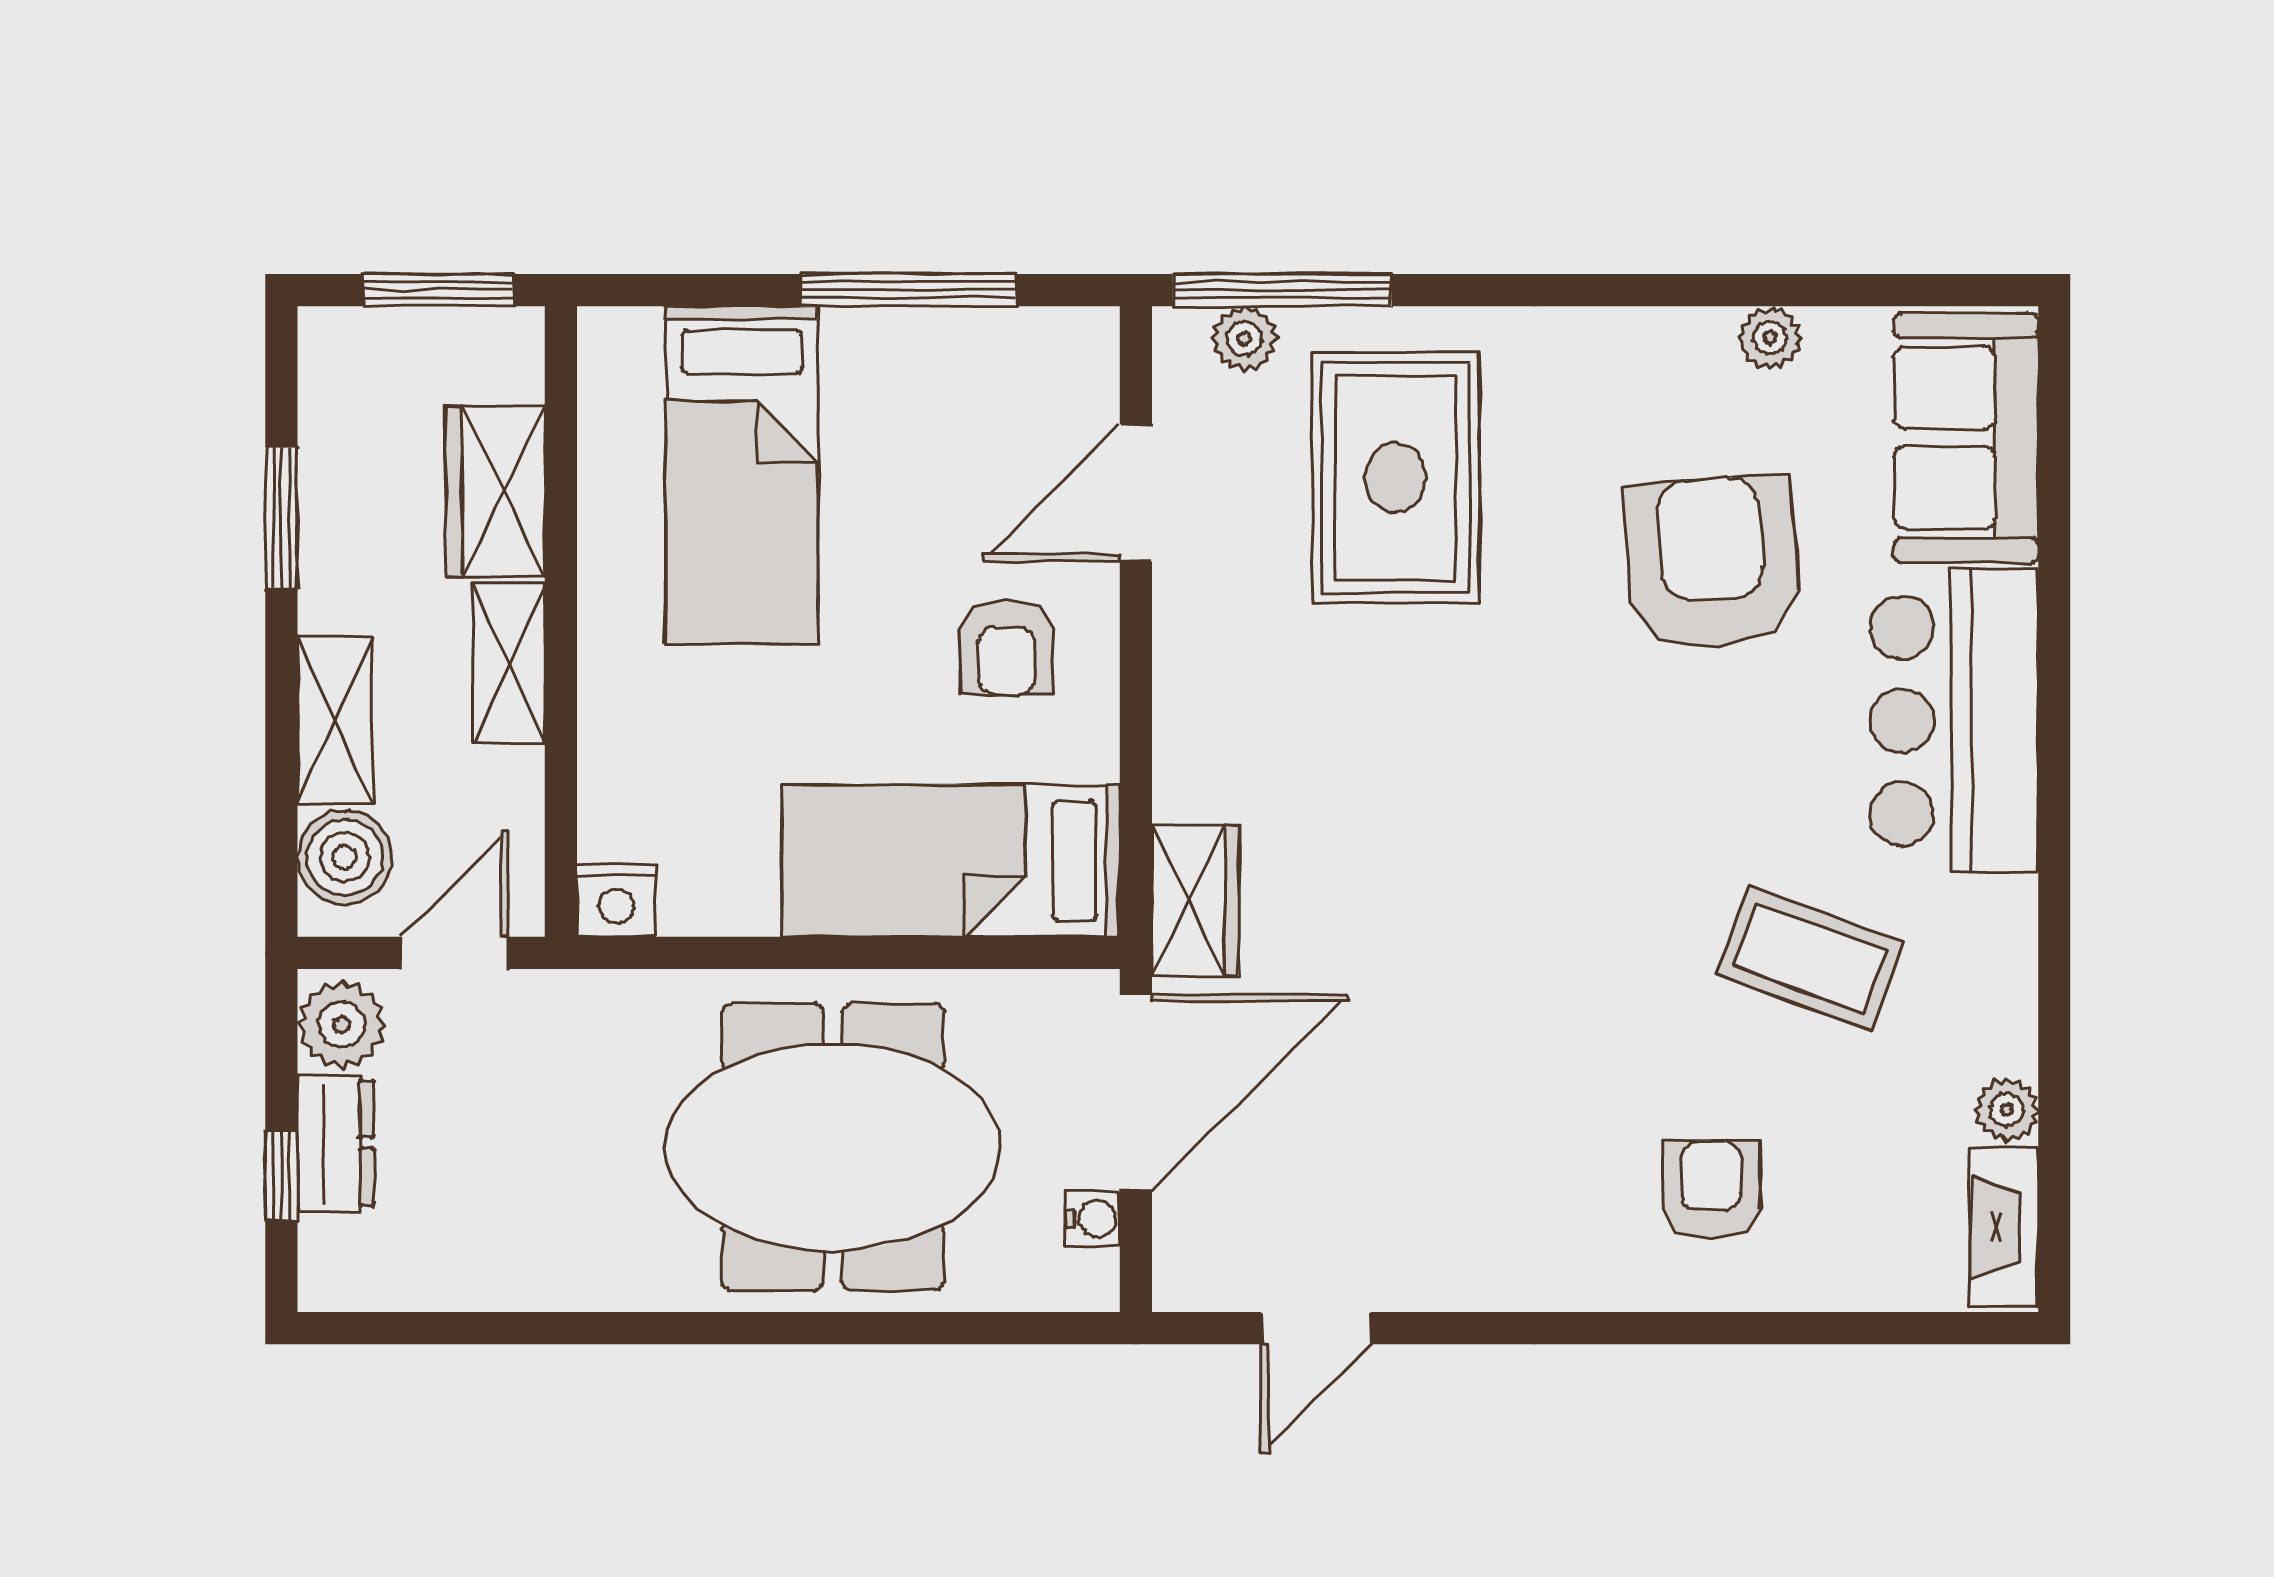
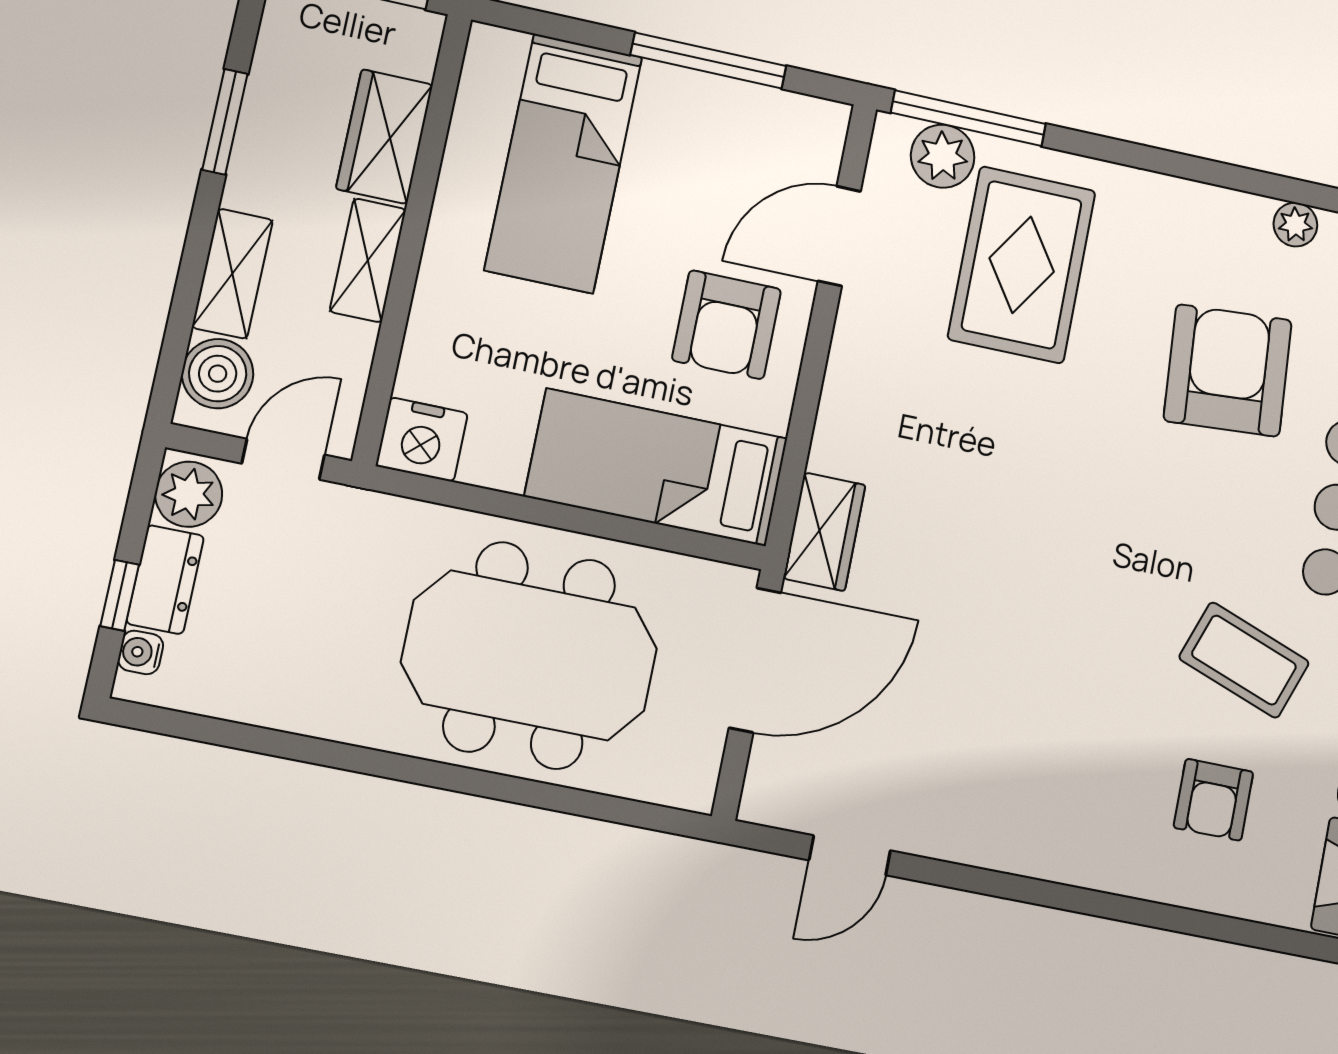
plant: (1244, 339) -> (943, 156), width x1.38, depth x1.38
armchair: (1006, 647) -> (726, 325), width x1.38, depth x1.38
nightstand: (616, 901) -> (422, 440), width x1.36, depth x1.33
armchair: (1711, 1190) -> (1213, 800), moved, turned 180
water cooler: (1093, 1219) -> (141, 652), moved, turned 180

